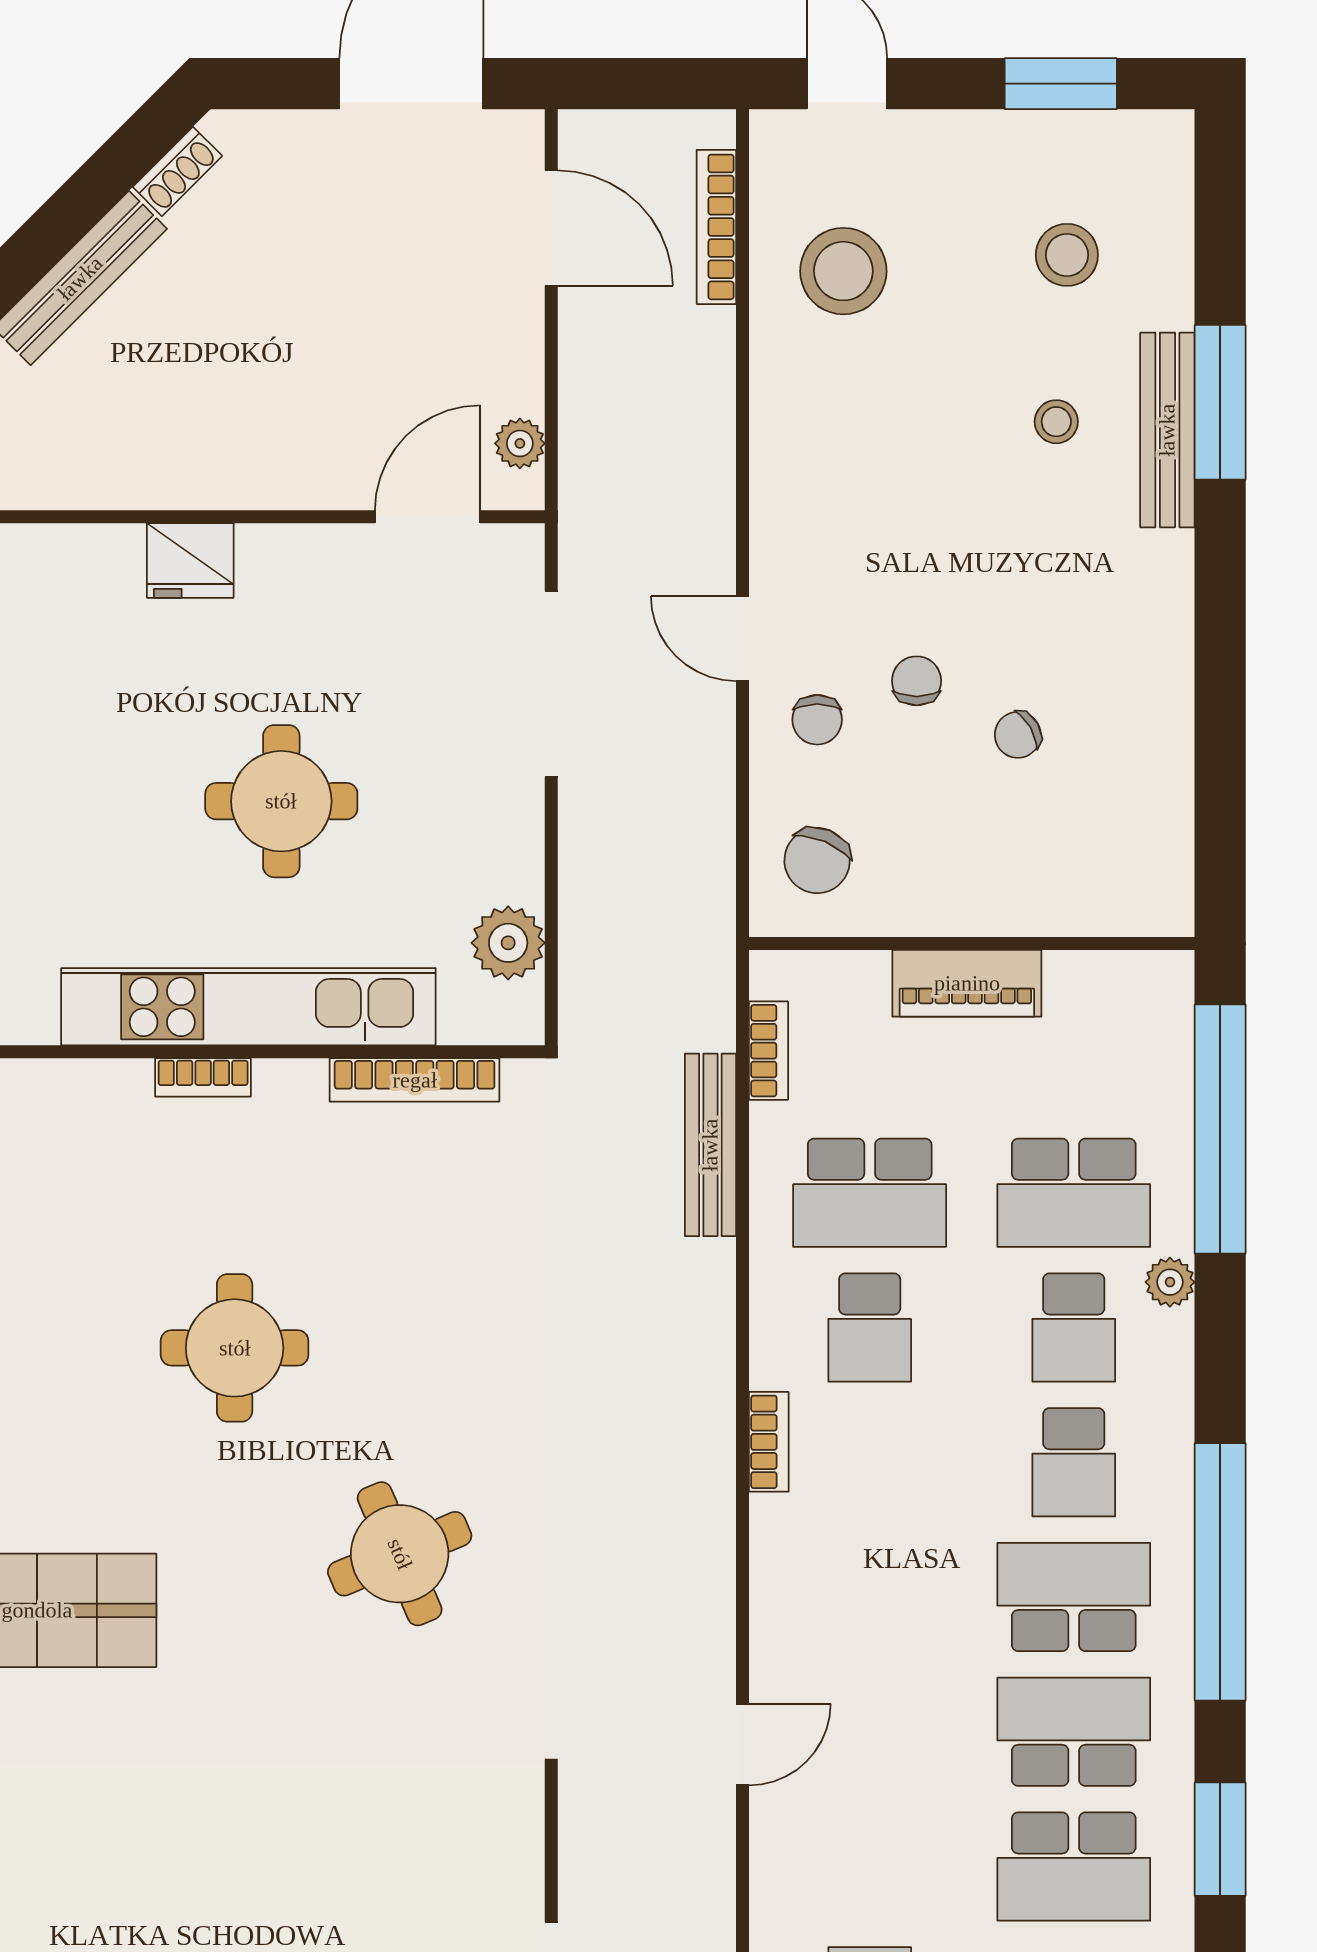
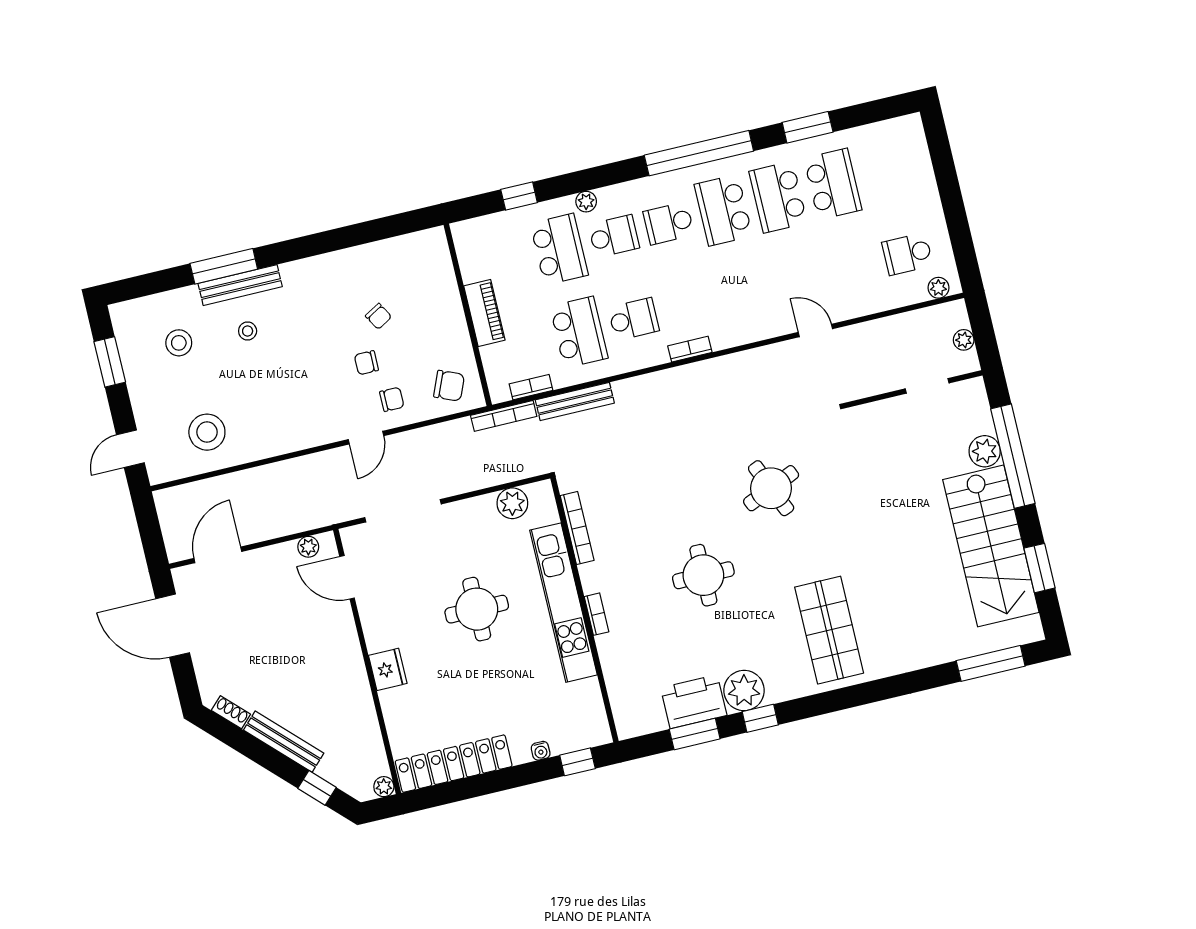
bookcase: (716, 227) -> (504, 416), moved
window: (1220, 1129) -> (519, 196), width x0.32
school desk: (1074, 1462) -> (669, 223), turned 180

